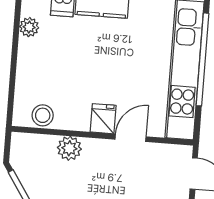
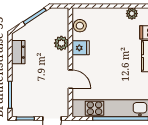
fridge: (103, 119) -> (81, 48), moved

